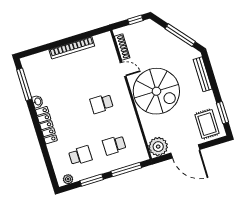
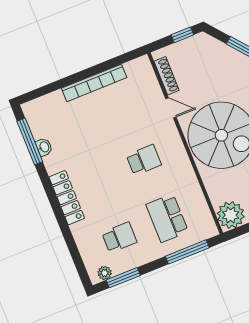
washbasin: (38, 102) -> (44, 147), moved
school desk: (102, 104) -> (144, 160), turned 180
school desk: (114, 145) -> (167, 218), width x1.85
window: (92, 180) -> (123, 278), moved

